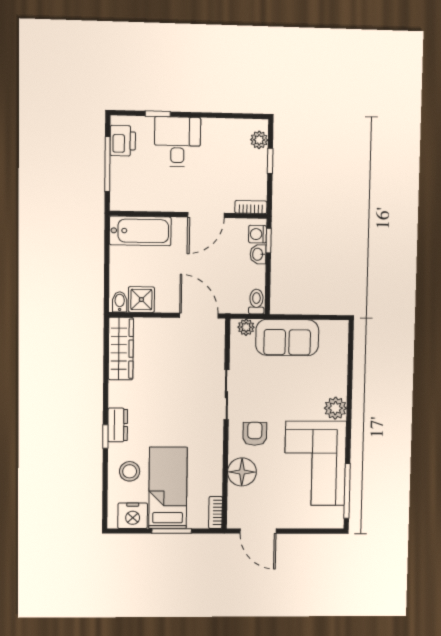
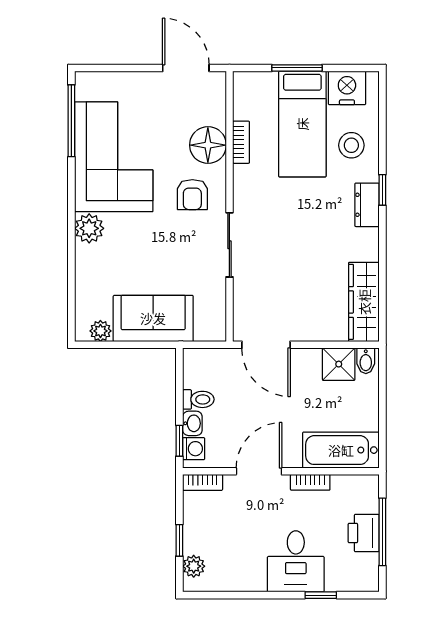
printer: (123, 141) -> (364, 533), moved
bookcase: (165, 205) -> (310, 482), added
toilet: (256, 302) -> (198, 399), moved, turned -90
plant: (246, 327) -> (100, 331), moved
bookcase: (216, 513) -> (241, 142), moved

